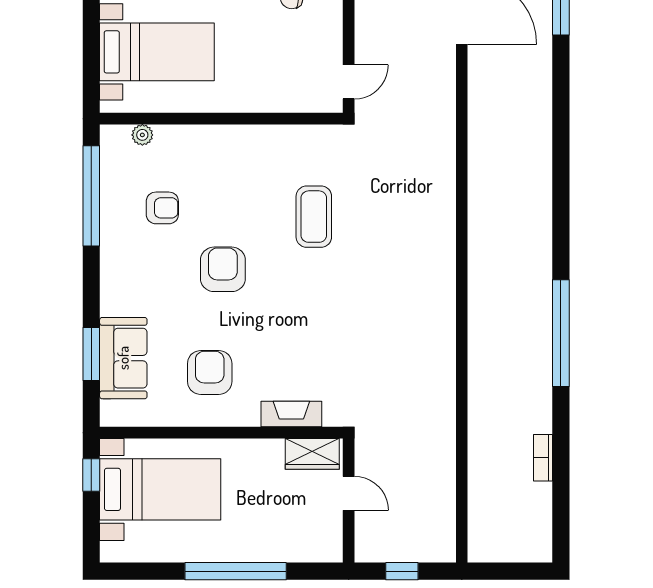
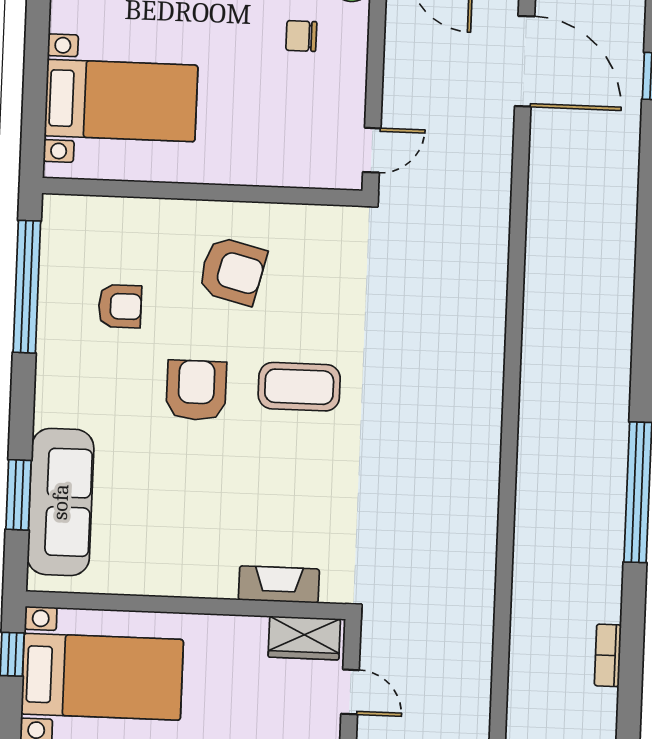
plant: (142, 135) -> (97, 209), removed
coffee table: (314, 217) -> (299, 387), moved, turned 90
sofa: (123, 358) -> (61, 502), width x1.36
armchair: (210, 372) -> (232, 271), moved, turned 104

